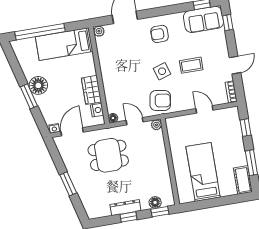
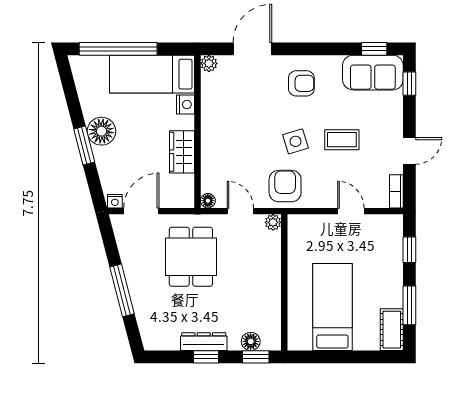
armchair: (160, 34) -> (301, 83), turned 180
armchair: (160, 101) -> (285, 186), turned -99
nightstand: (97, 110) -> (185, 104), moved
dining table: (108, 155) -> (191, 257), turned 90
window: (68, 184) -> (122, 290), width x1.44

